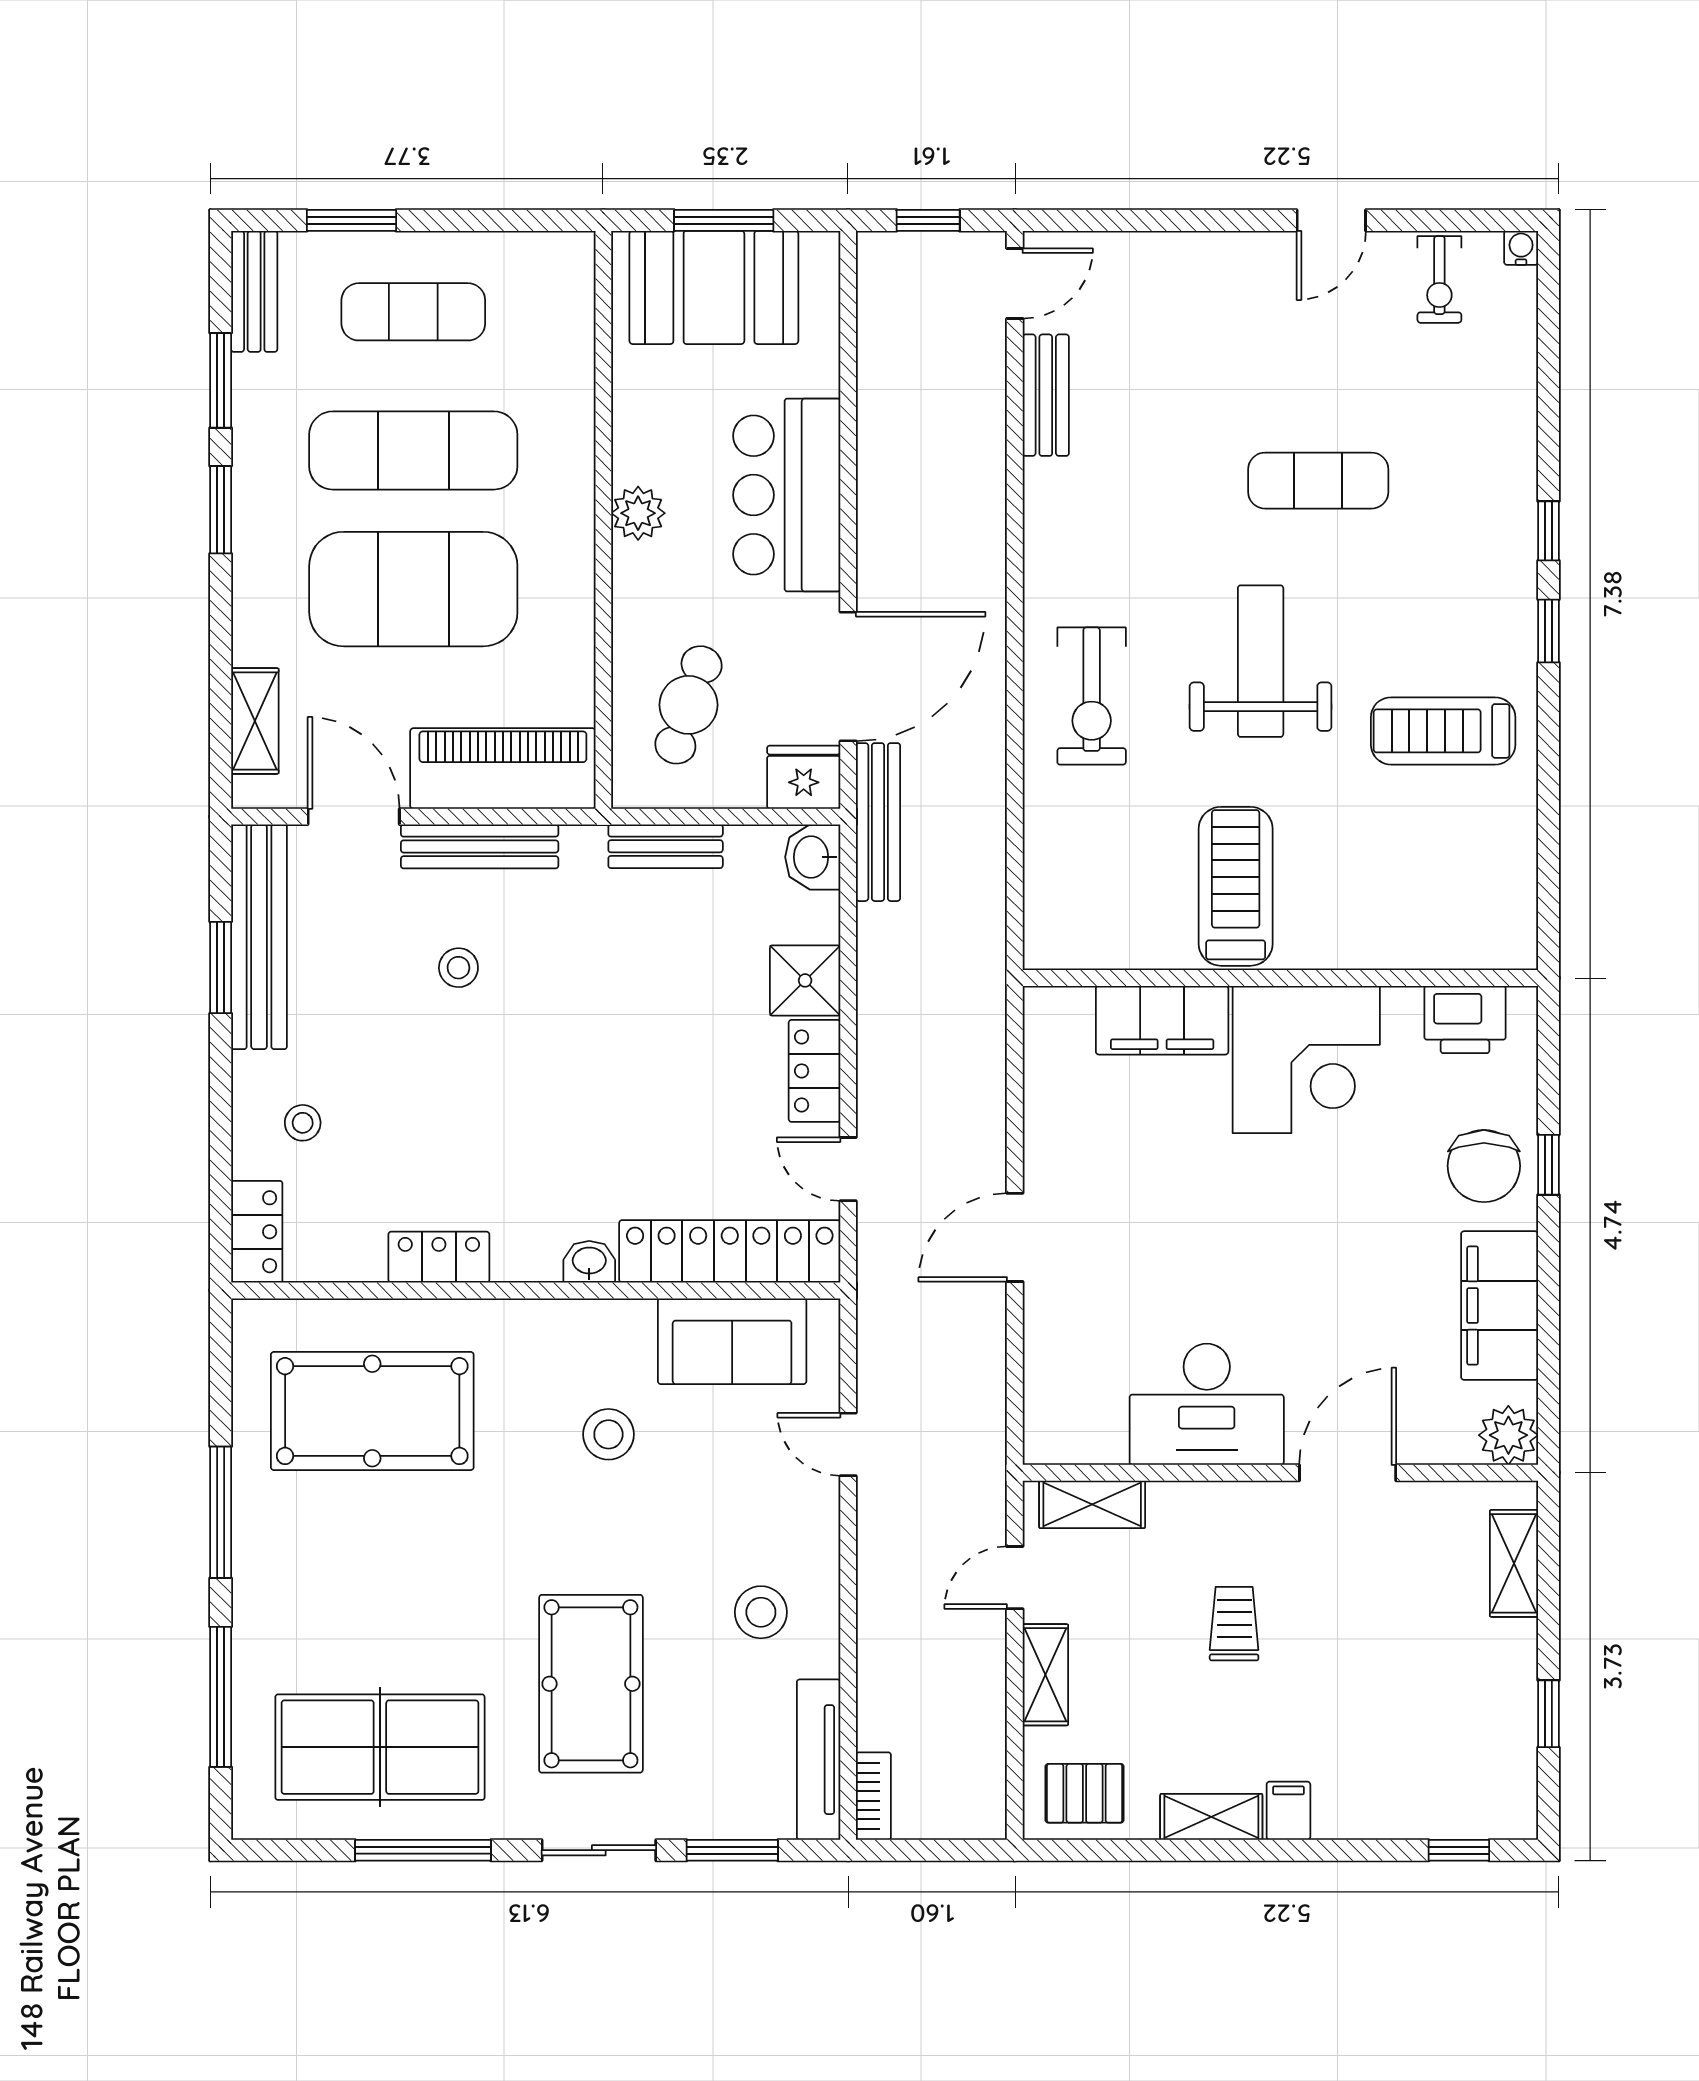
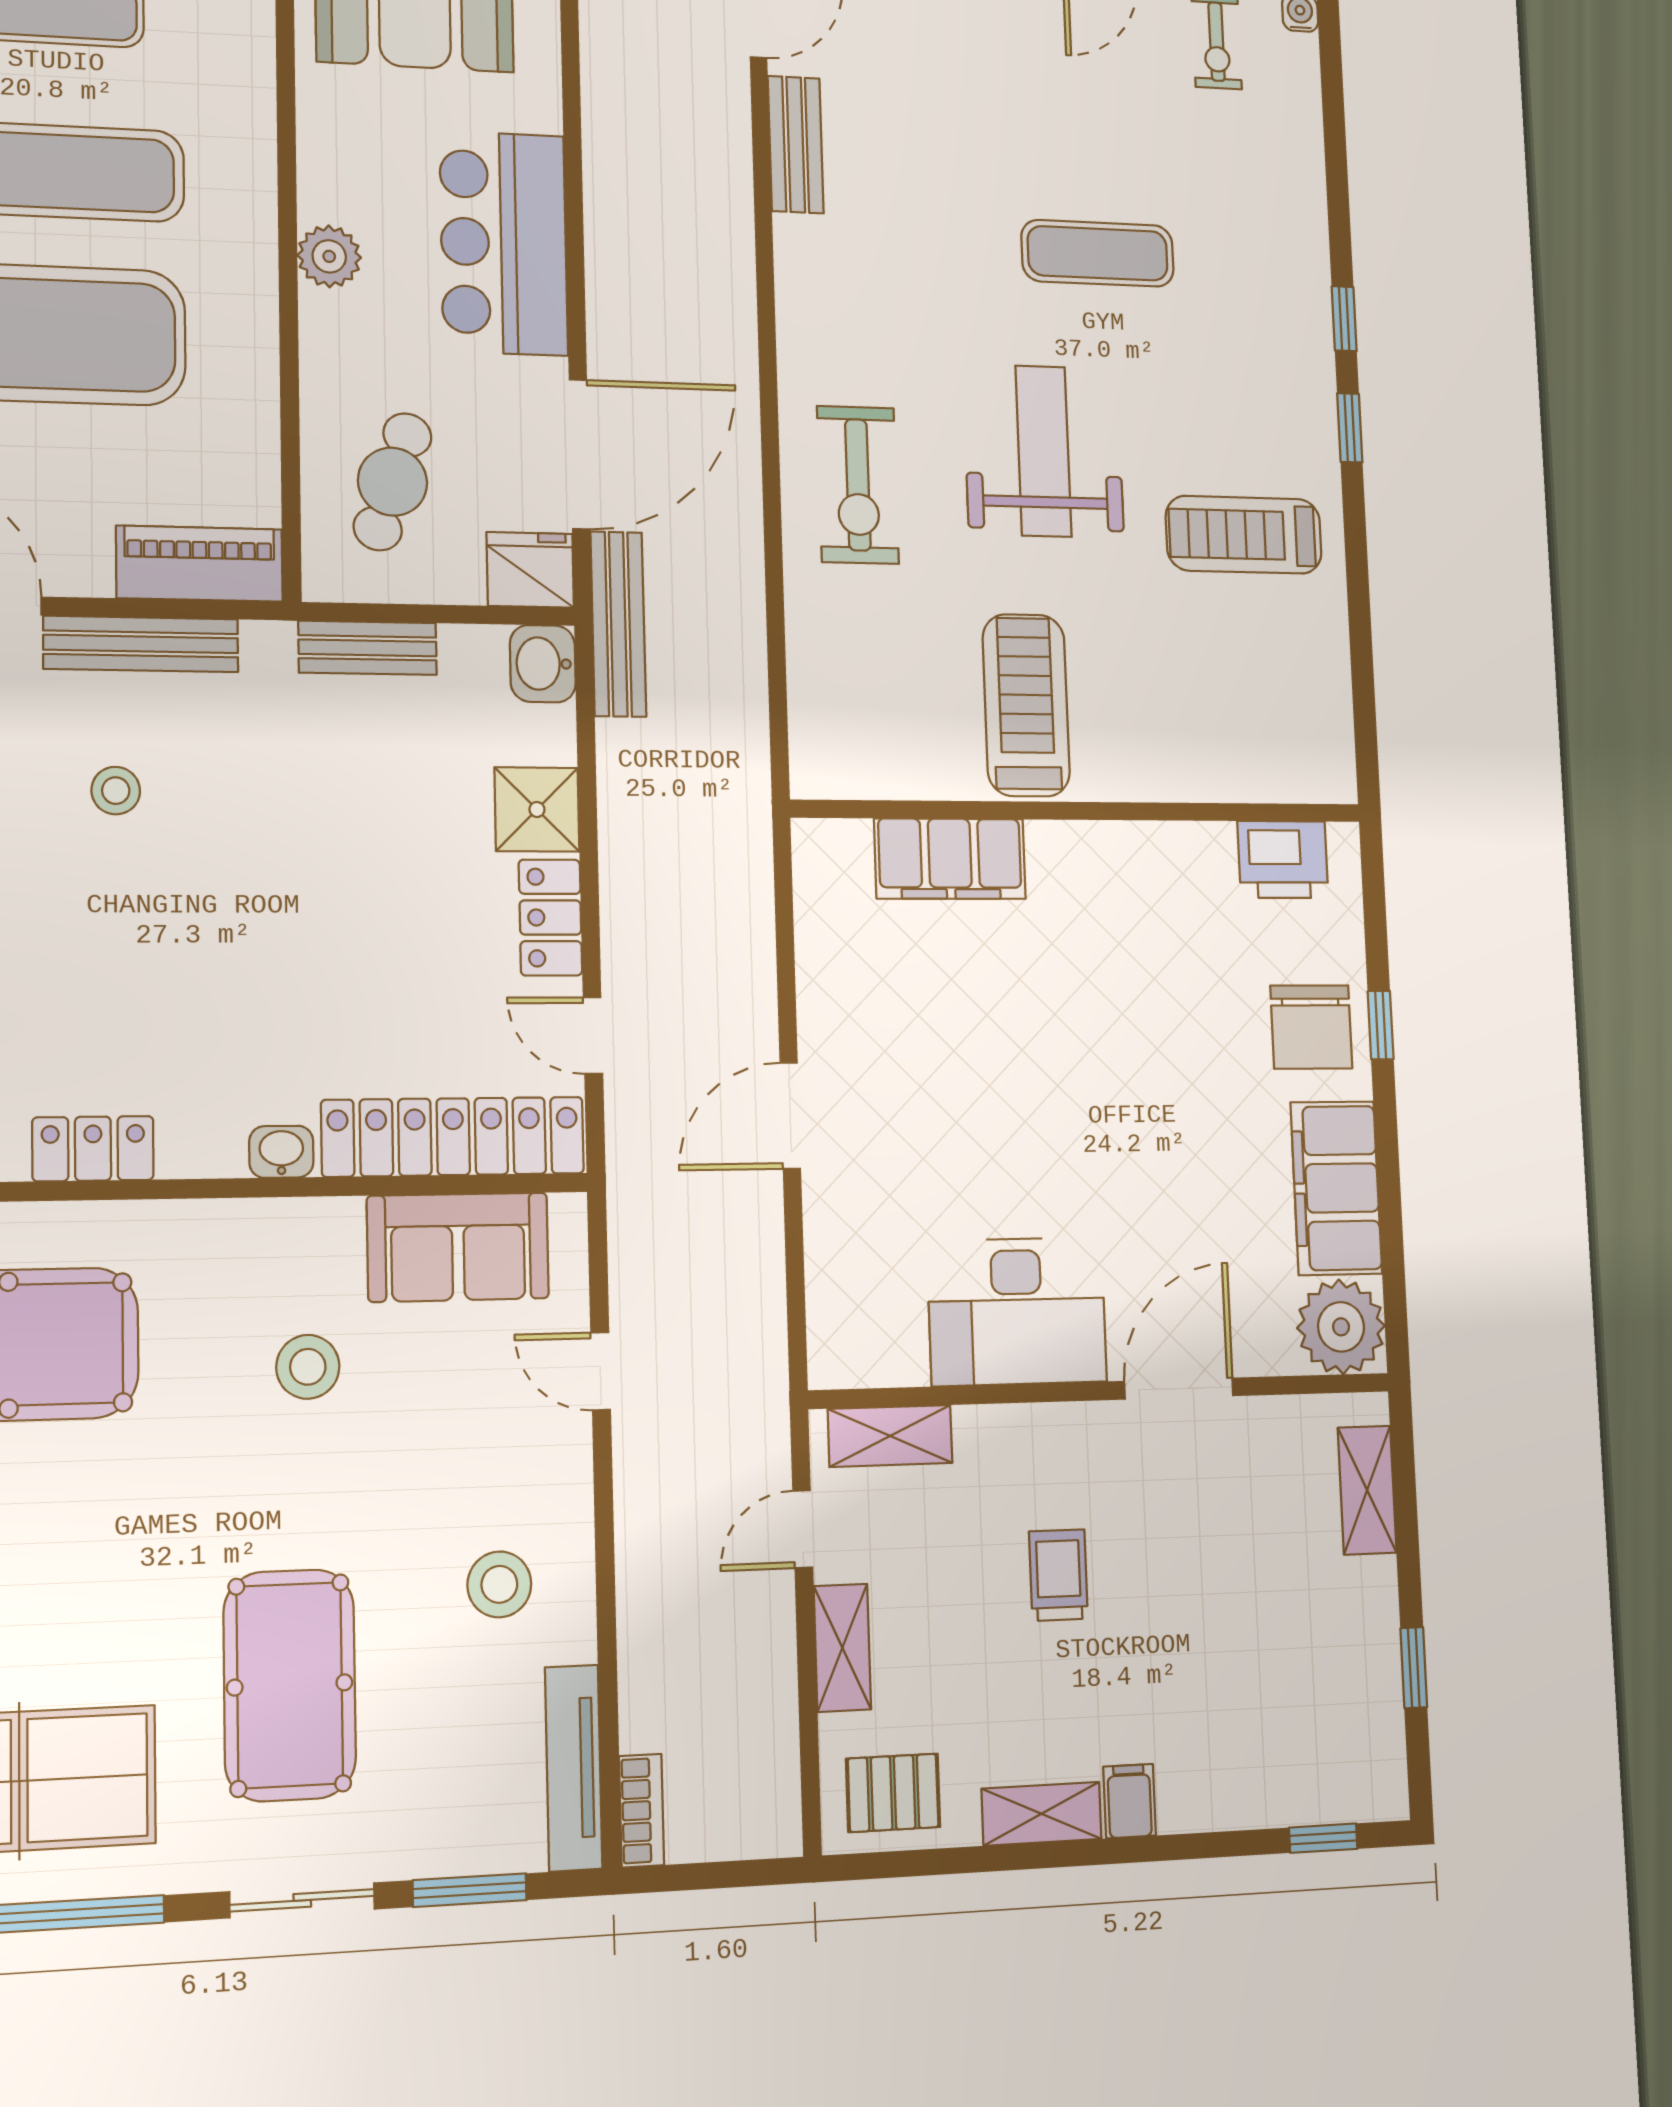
piano: (503, 769) -> (200, 564), width x0.73, depth x0.75
corner desk: (1306, 1060) -> (1112, 905), removed
plant: (1508, 1435) -> (1341, 1327), width x1.36, depth x1.36

